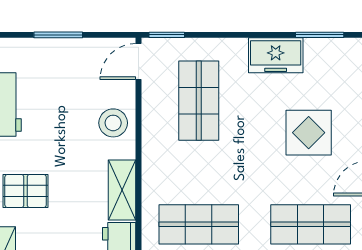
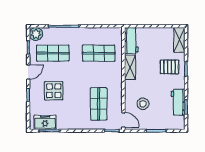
freezer: (276, 55) -> (45, 122), moved
door: (138, 62) -> (123, 120), hinge flipped
stool: (113, 123) -> (143, 104), moved

